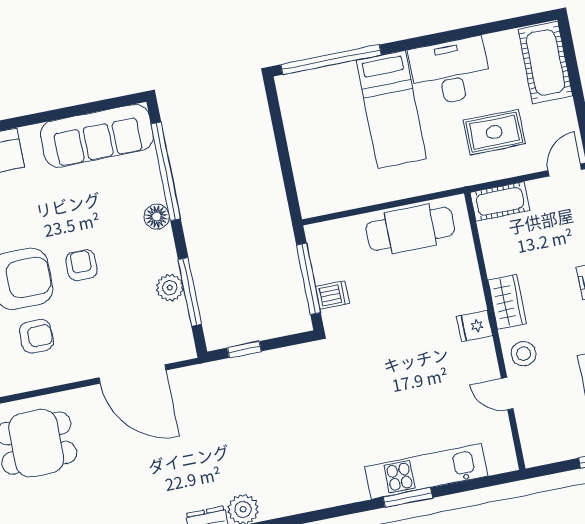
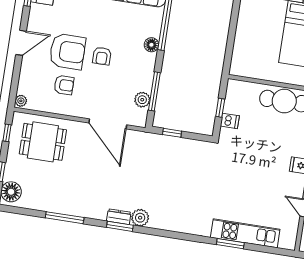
armchair: (81, 265) -> (102, 56), turned 180
window: (309, 279) -> (220, 108), width x0.46
plant: (170, 288) -> (142, 100), moved

